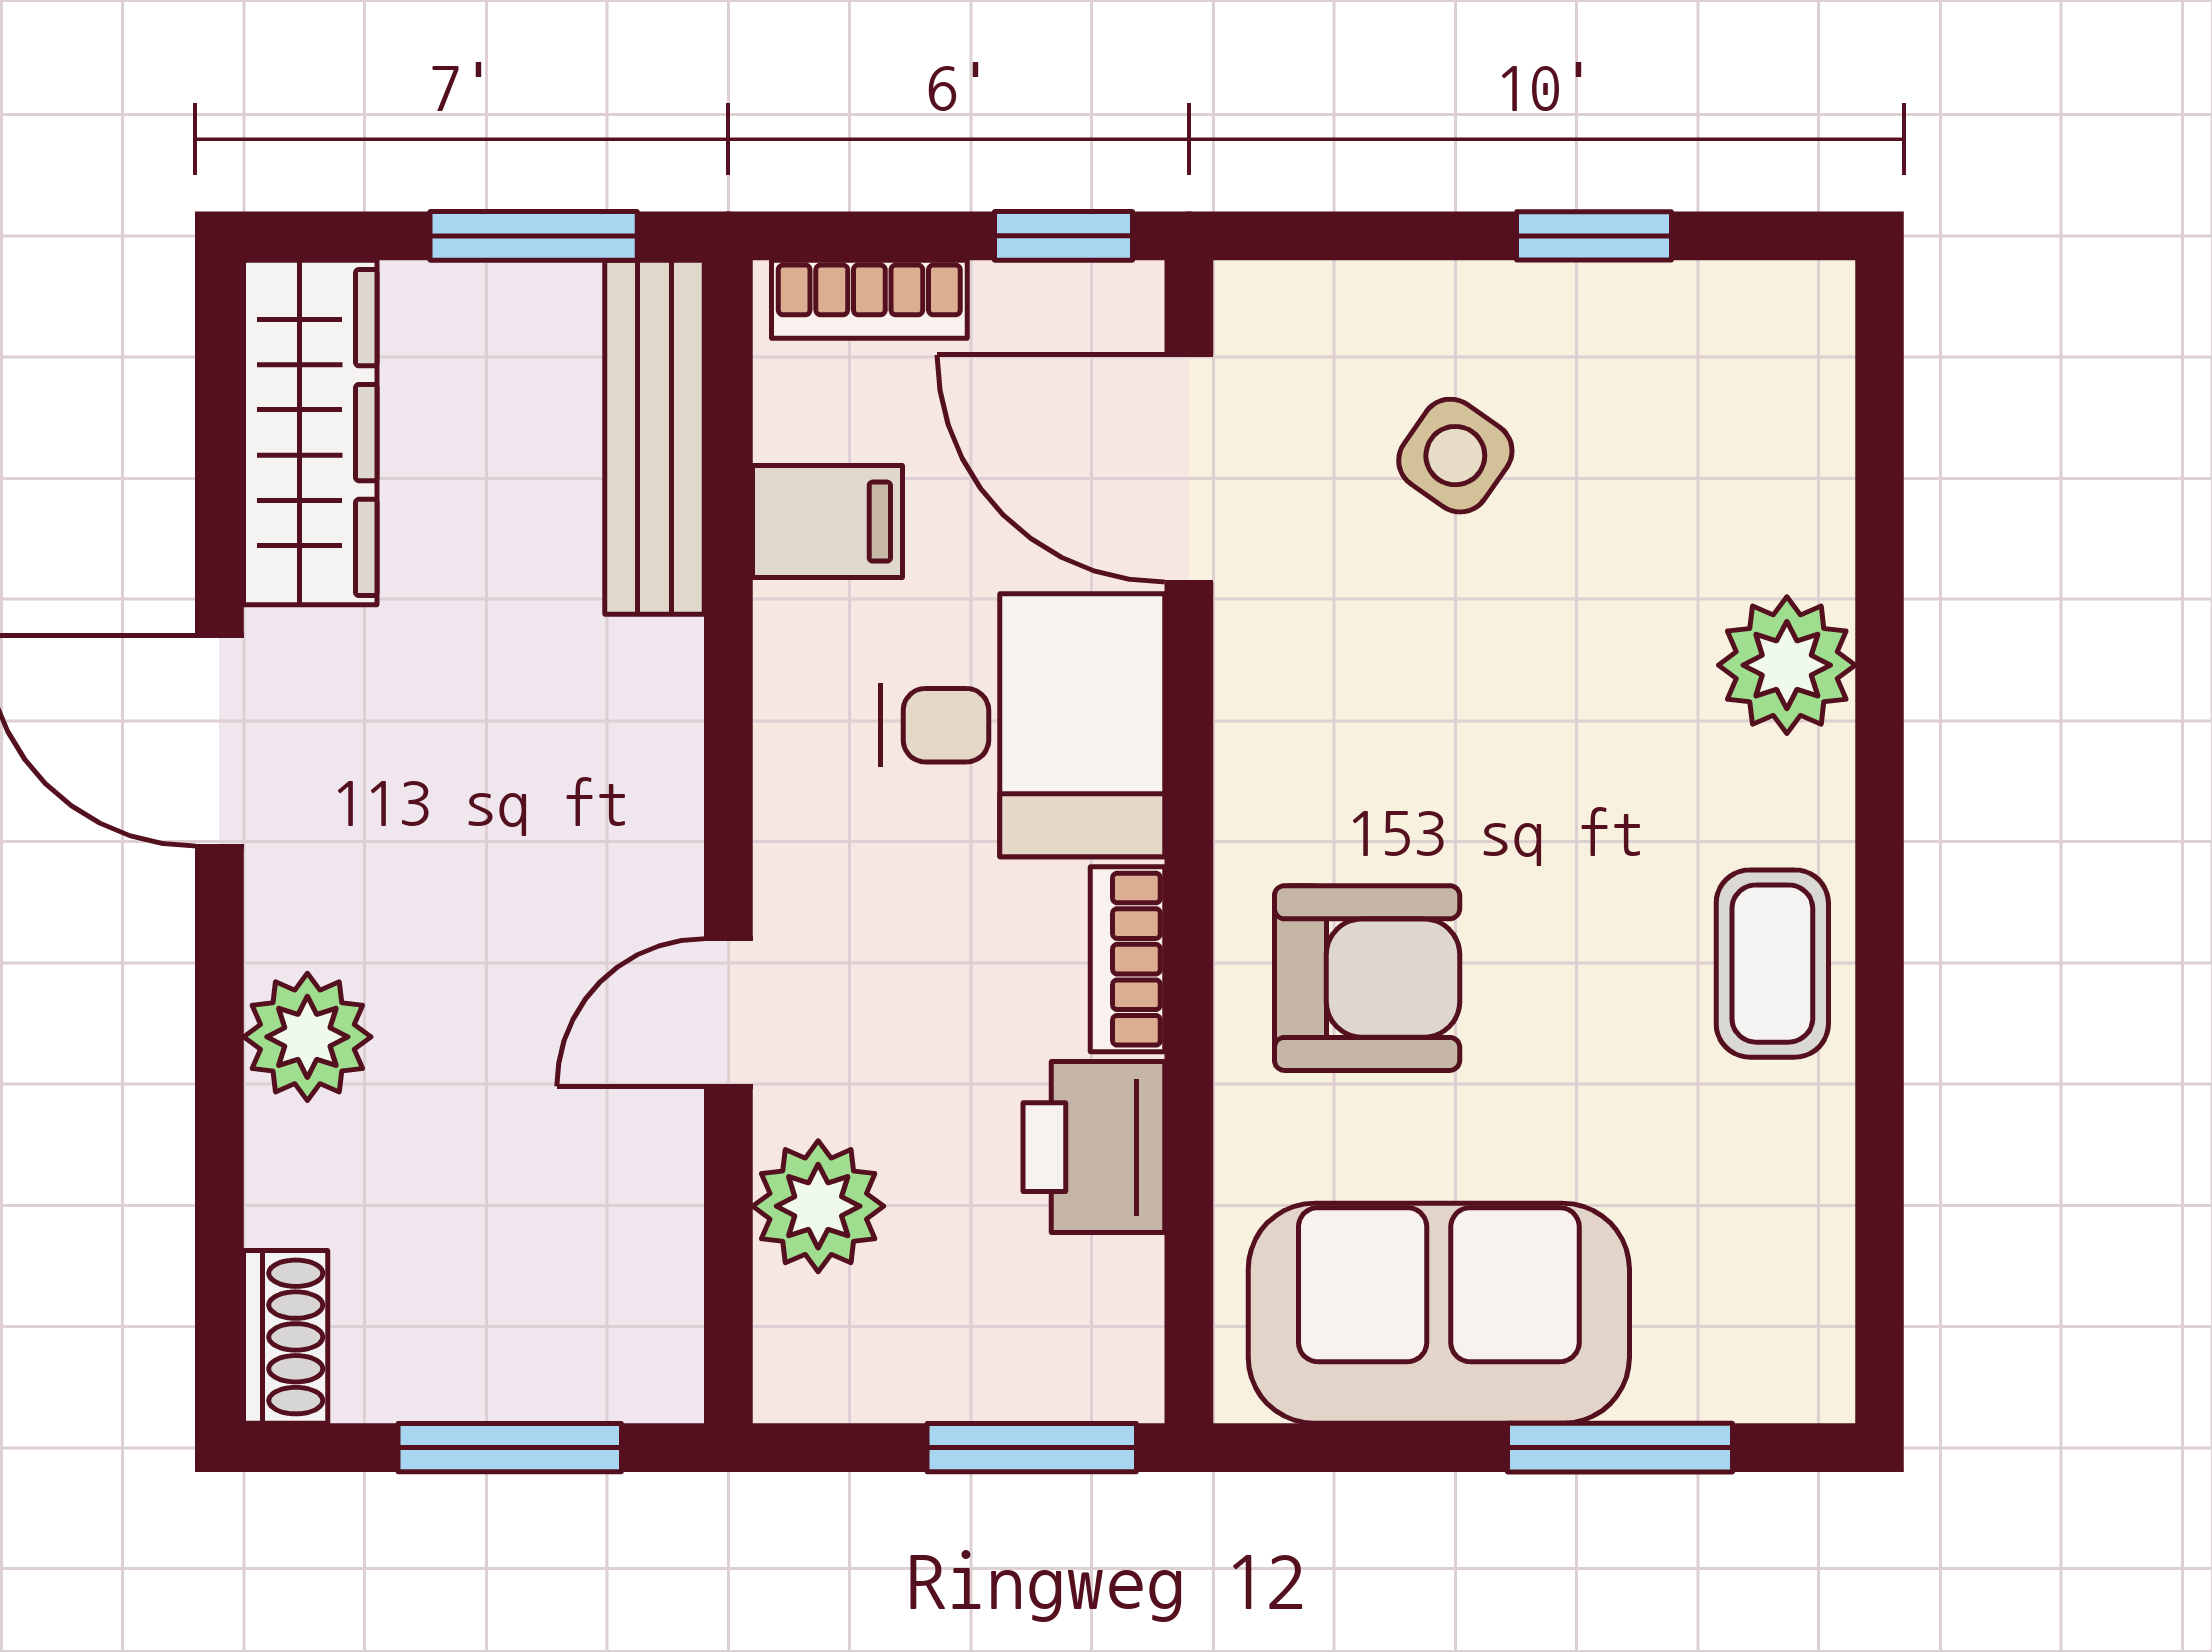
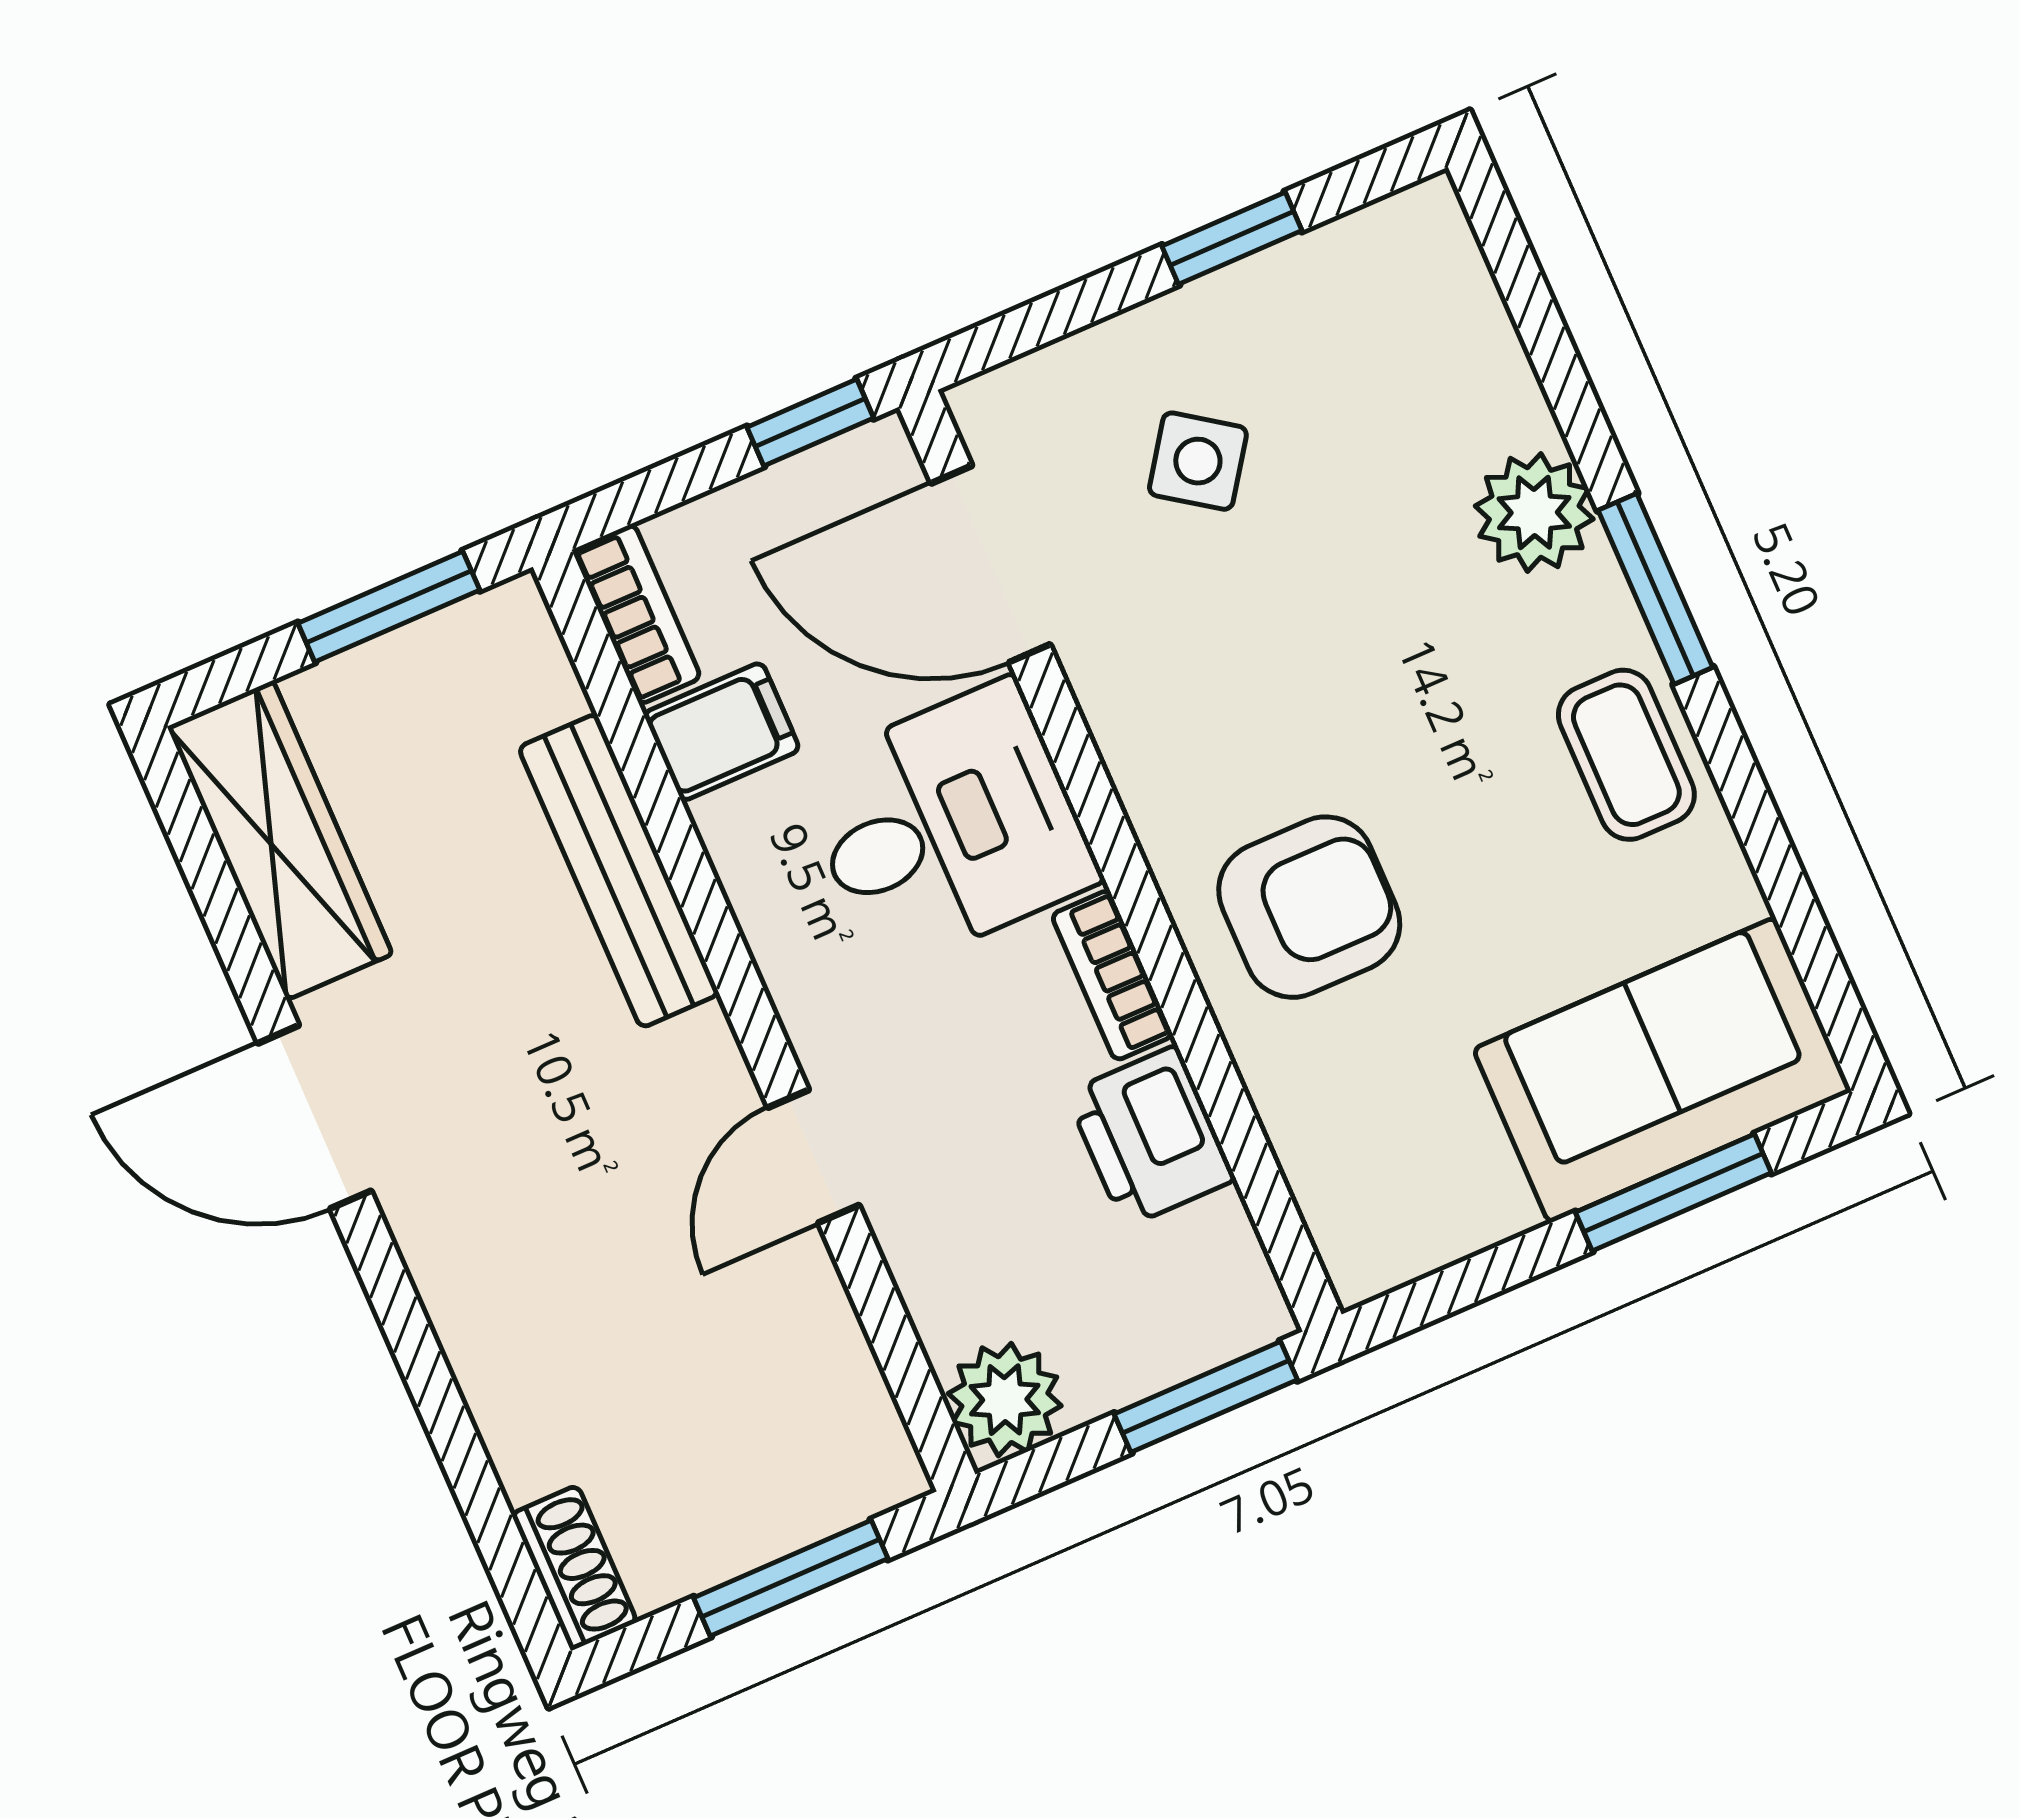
bookcase: (869, 299) -> (636, 614), moved, turned -90
bench: (655, 437) -> (619, 871), moved
window: (1880, 802) -> (1655, 589), added
plant: (307, 1037) -> (487, 1322), removed
plant: (818, 1206) -> (1005, 1400), moved
sofa: (1439, 1313) -> (1662, 1070), moved

